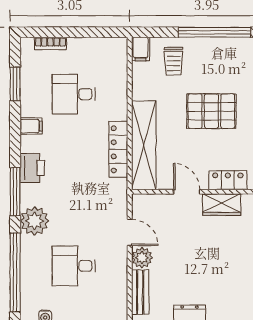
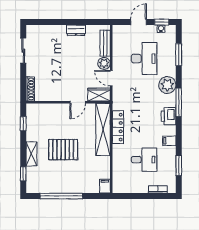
trolley: (173, 61) -> (85, 179), removed
locker: (228, 180) -> (53, 109), removed
door: (187, 192) -> (78, 102), hinge flipped
wardrobe: (222, 205) -> (99, 95), moved
desk: (74, 266) -> (144, 59), width x1.37
window: (15, 272) -> (179, 55), width x0.47

